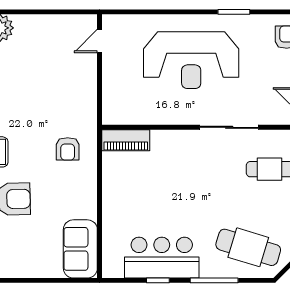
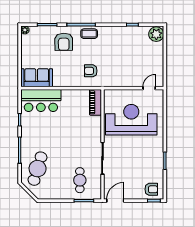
door: (100, 41) -> (149, 88), hinge flipped
reception desk: (191, 60) -> (131, 120), moved, turned 90
bar counter: (162, 258) -> (41, 100), moved, turned 90

